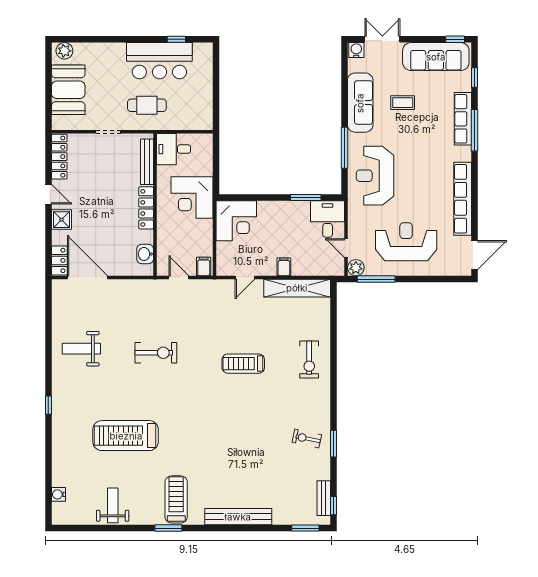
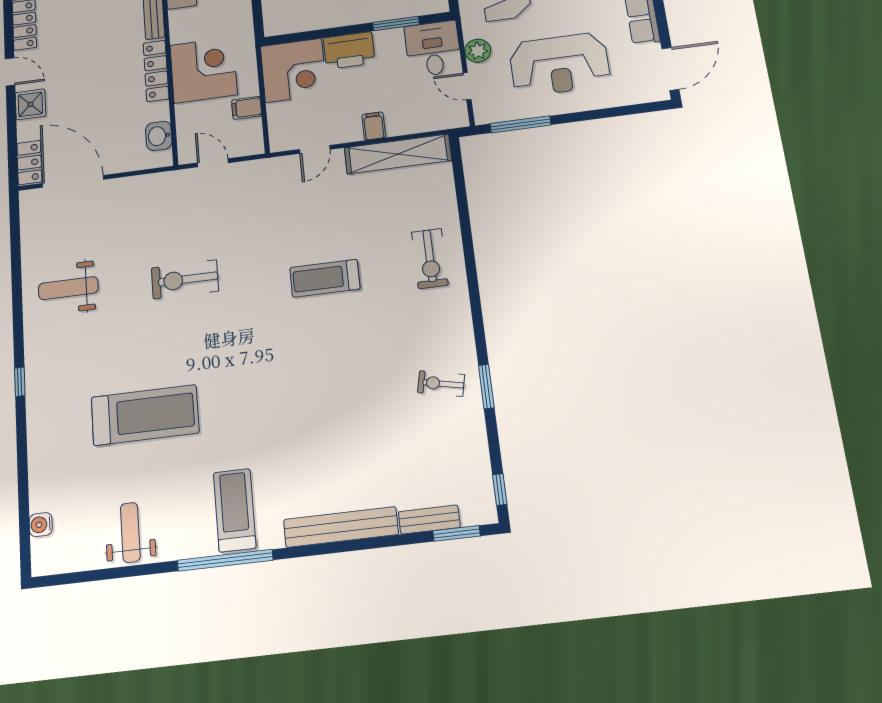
corner desk: (192, 197) -> (204, 70), moved, turned 180
printer: (273, 212) -> (349, 50), added
reception desk: (406, 242) -> (559, 64), turned 180
filing cabinet: (204, 267) -> (247, 108), moved, turned -90
plant: (356, 268) -> (478, 51), moved
exercise bike: (156, 353) -> (185, 279), turned 180
treadmill: (126, 436) -> (145, 415), turned 180
bench: (324, 498) -> (429, 520), moved, turned 90
window: (168, 528) -> (225, 560), width x2.11

